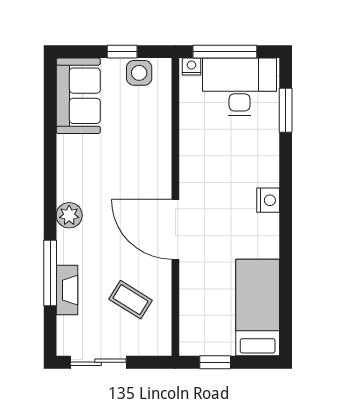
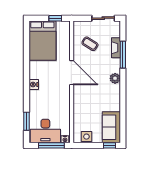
window: (122, 52) -> (110, 145), moved
bed: (258, 308) -> (42, 41), width x1.50

